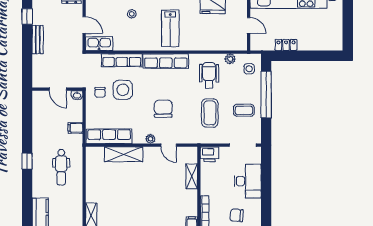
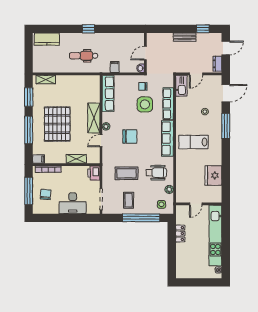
shelving: (124, 154) -> (94, 118), moved
pallet: (148, 201) -> (57, 124), added

